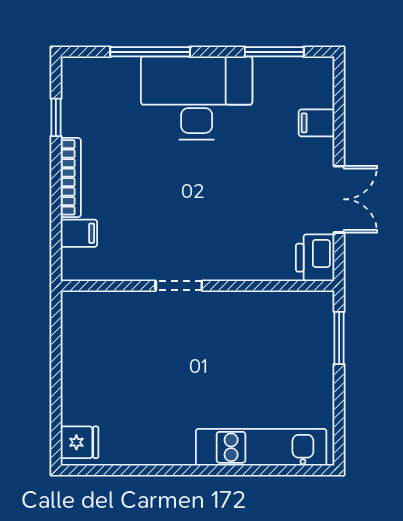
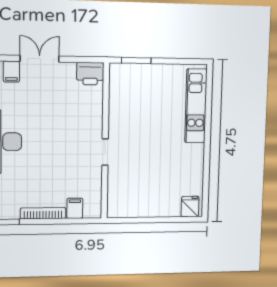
double door: (339, 199) -> (40, 59), moved

